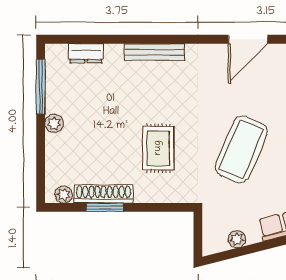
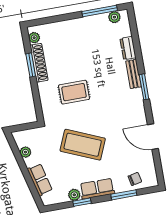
window: (169, 39) -> (144, 87), added
bench: (155, 52) -> (133, 74), width x0.73
dresser: (86, 53) -> (128, 48), moved
plant: (54, 123) -> (114, 17), moved

